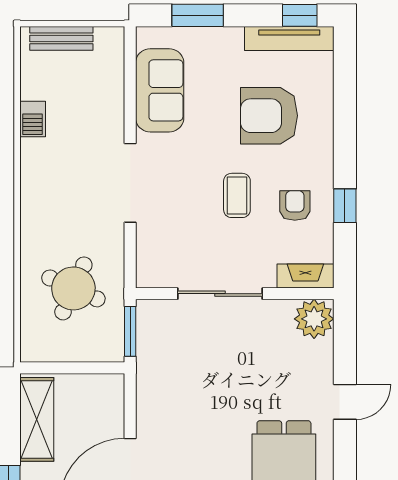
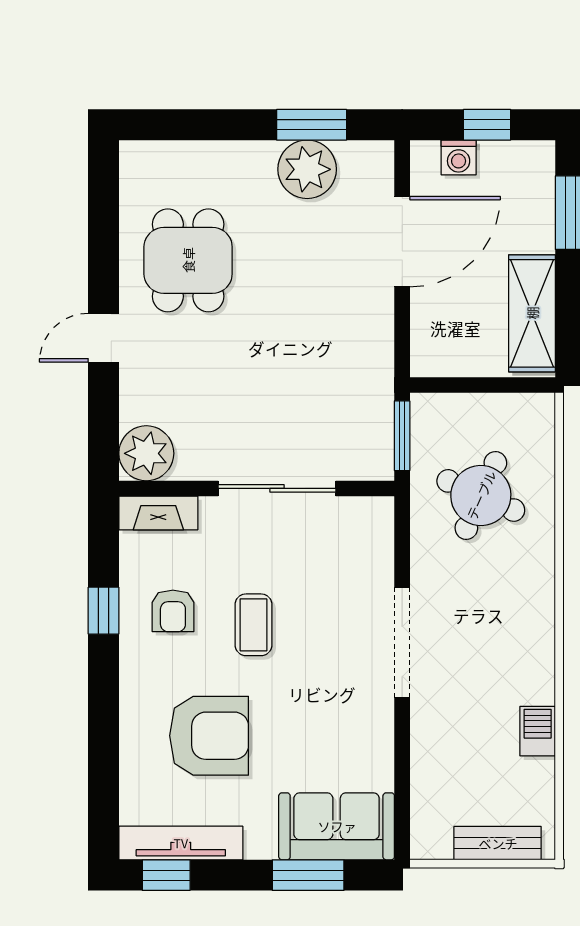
sofa: (160, 90) -> (337, 826), moved, turned 90

